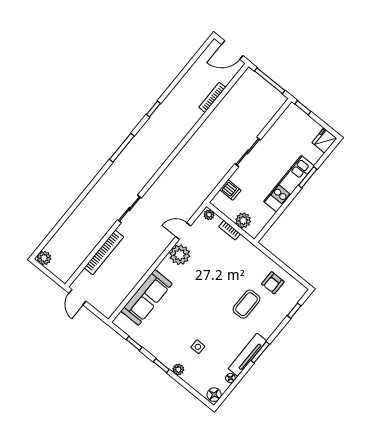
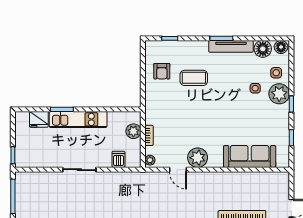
fridge: (324, 140) -> (39, 119), moved
armchair: (273, 283) -> (162, 71), turned 90
plant: (178, 369) -> (279, 94), width x1.88, depth x1.88
side table: (197, 374) -> (276, 73), added
floor lamp: (230, 378) -> (263, 49), width x1.89, depth x1.89

